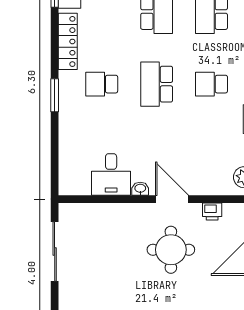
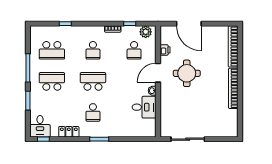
locker: (68, 41) -> (69, 132), width x0.66
school desk: (157, 84) -> (93, 81), turned 180
school desk: (212, 157) -> (134, 50), added

